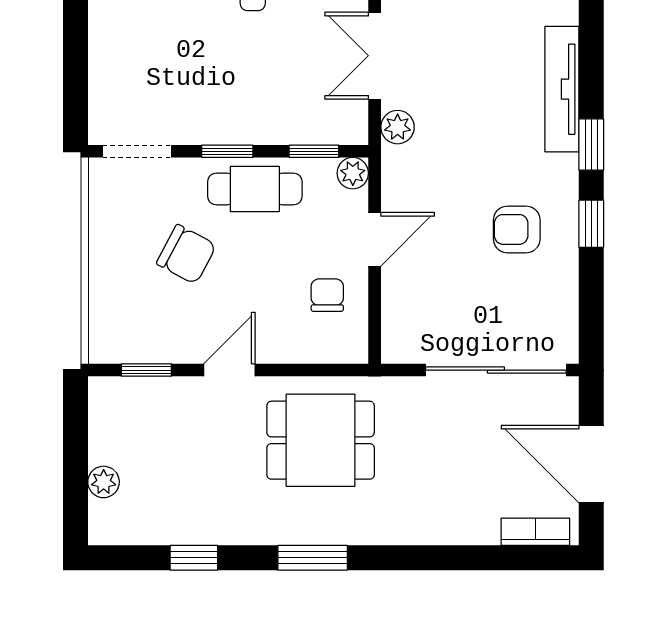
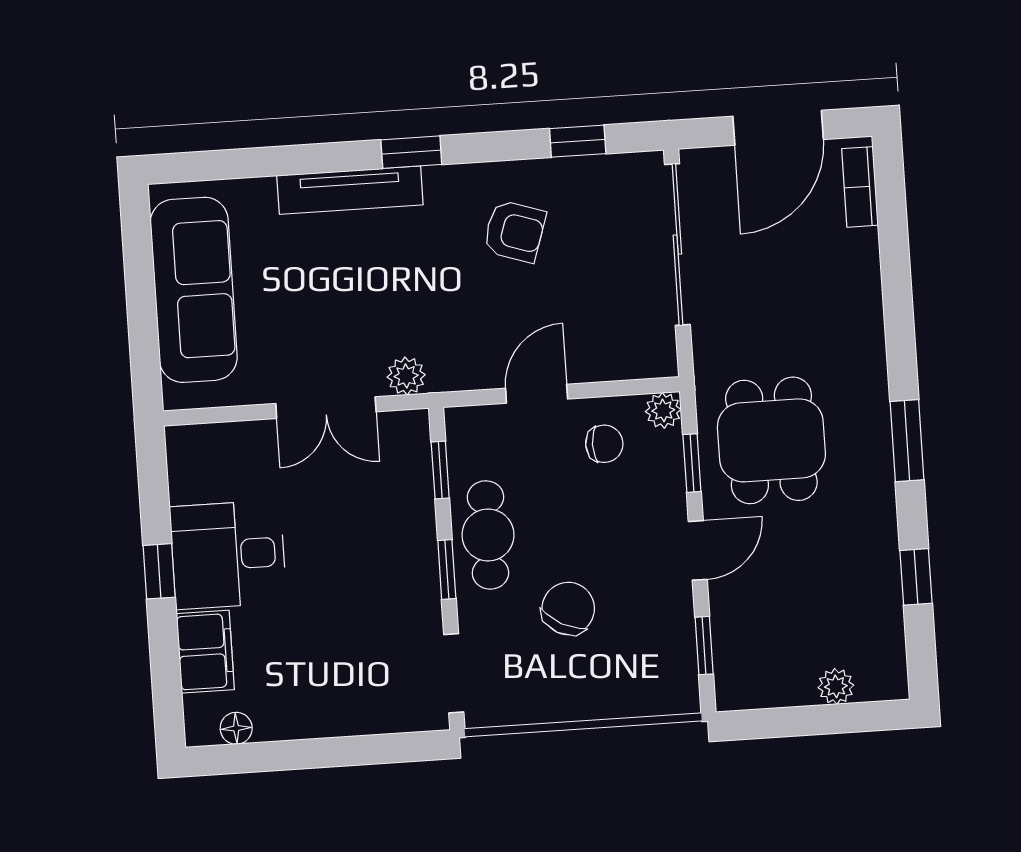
plant: (353, 173) -> (663, 410), moved
window: (591, 224) -> (578, 141), moved
armchair: (517, 229) -> (514, 231), turned -72
door: (375, 239) -> (537, 394), hinge flipped
chair: (327, 295) -> (604, 444), turned 180
door: (229, 370) -> (698, 550), swing flipped
window: (305, 370) -> (692, 463), added

